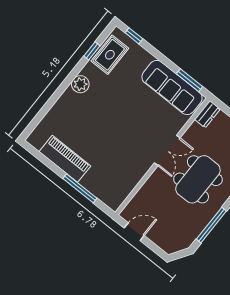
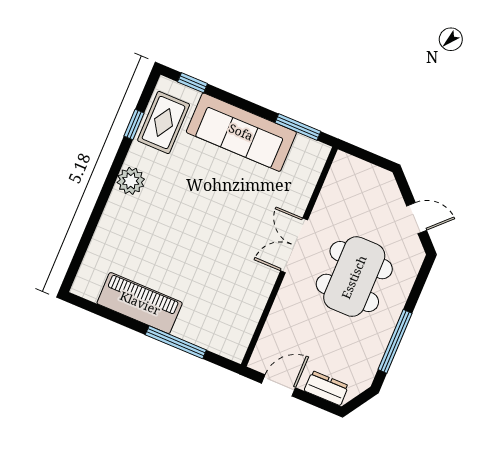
sofa: (172, 87) -> (241, 132), moved
dresser: (207, 114) -> (326, 388), moved, turned -90
double door: (167, 150) -> (294, 245), swing flipped

